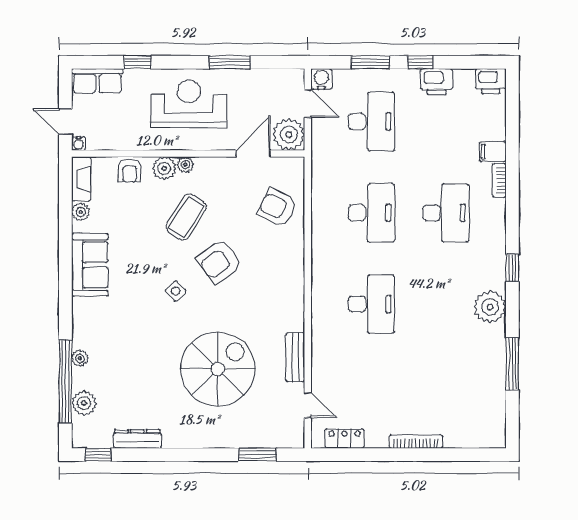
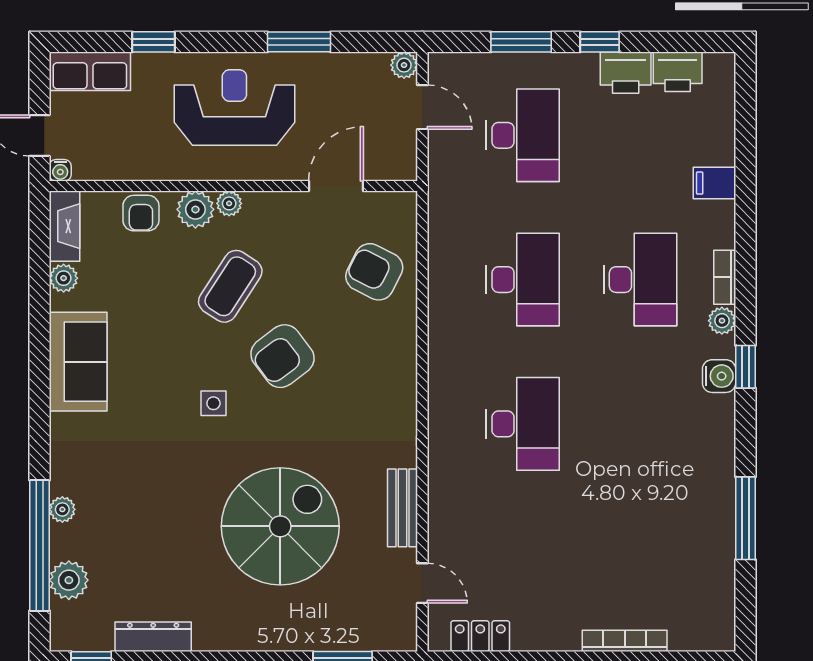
water cooler: (321, 79) -> (719, 376), moved, turned 90
printer: (491, 81) -> (678, 72), moved
plant: (289, 135) -> (404, 65), moved, width x0.53, depth x0.53
bookcase: (499, 181) -> (725, 277), moved
side table: (176, 291) -> (213, 403), turned 45
plant: (490, 307) -> (722, 321), moved, width x0.53, depth x0.53
bookcase: (416, 441) -> (625, 641), moved

